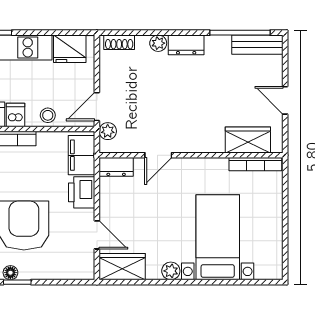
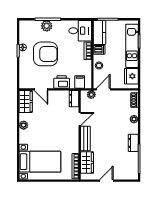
dresser: (186, 45) -> (133, 143), moved
bench: (257, 45) -> (85, 138), moved
door: (97, 107) -> (103, 89), hinge flipped
filing cabinet: (82, 155) -> (80, 82), width x0.50
door: (158, 155) -> (80, 119), swing flipped
door: (97, 235) -> (41, 89), hinge flipped
bed with nightstands: (218, 237) -> (40, 162), moved

